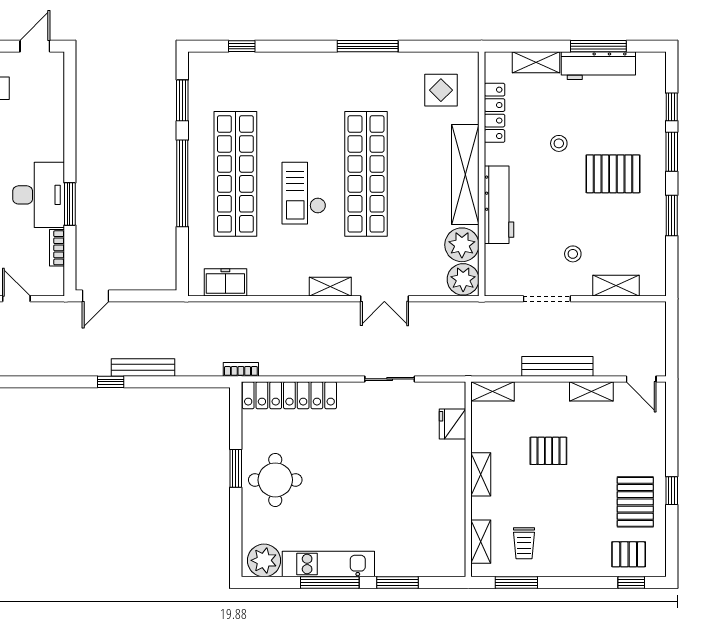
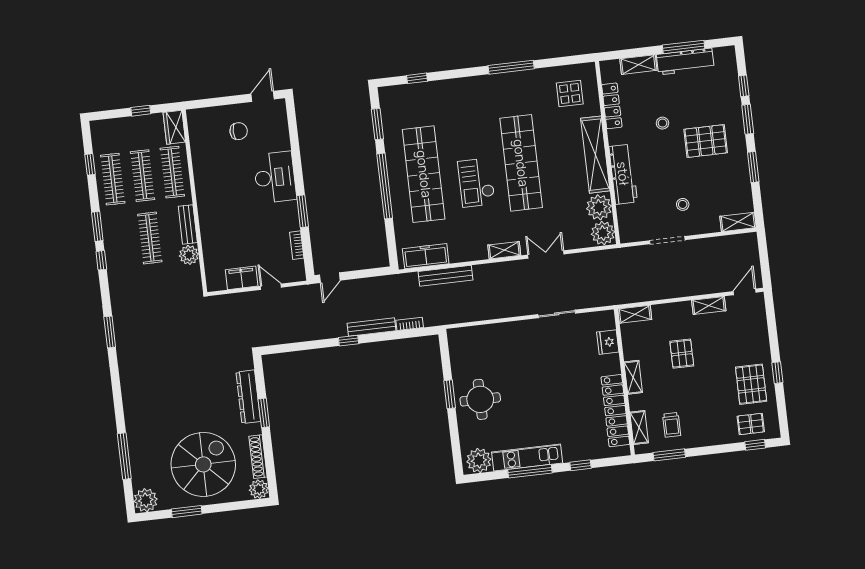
desk: (39, 195) -> (275, 177), moved
freezer: (225, 282) -> (426, 256), width x1.40
shelving: (616, 286) -> (738, 222), moved
double door: (384, 299) -> (546, 254), swing flipped
bench: (557, 366) -> (445, 276), moved
bookcase: (241, 369) -> (410, 324), moved
door: (641, 379) -> (745, 292), swing flipped
locker: (289, 395) -> (615, 411), moved, turned 90
pallet: (548, 451) -> (682, 354), turned 90
window: (398, 583) -> (581, 465), width x0.67

